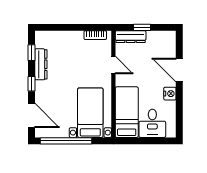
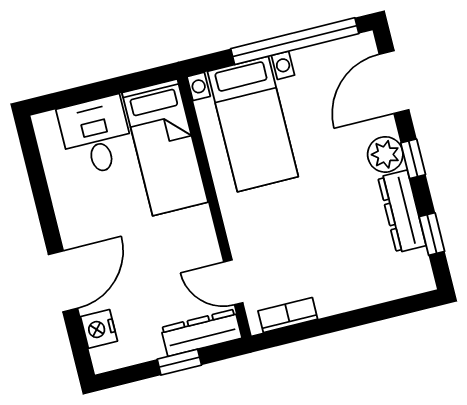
door: (113, 65) -> (233, 282), moved
door: (179, 70) -> (63, 281), hinge flipped
plant: (42, 88) -> (385, 154), added
nightstand: (170, 94) -> (99, 329), moved
door: (31, 115) -> (394, 82), hinge flipped

